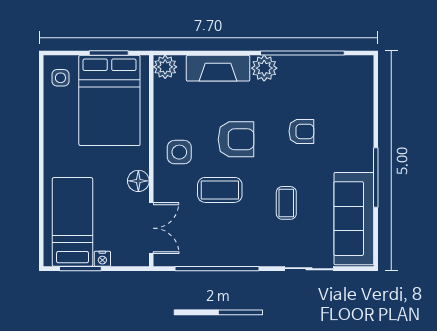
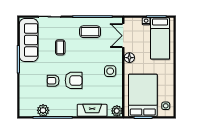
plant: (264, 68) -> (43, 110), moved
armchair: (236, 139) -> (74, 80), moved, turned 180
coffee table: (220, 190) -> (90, 32), moved

